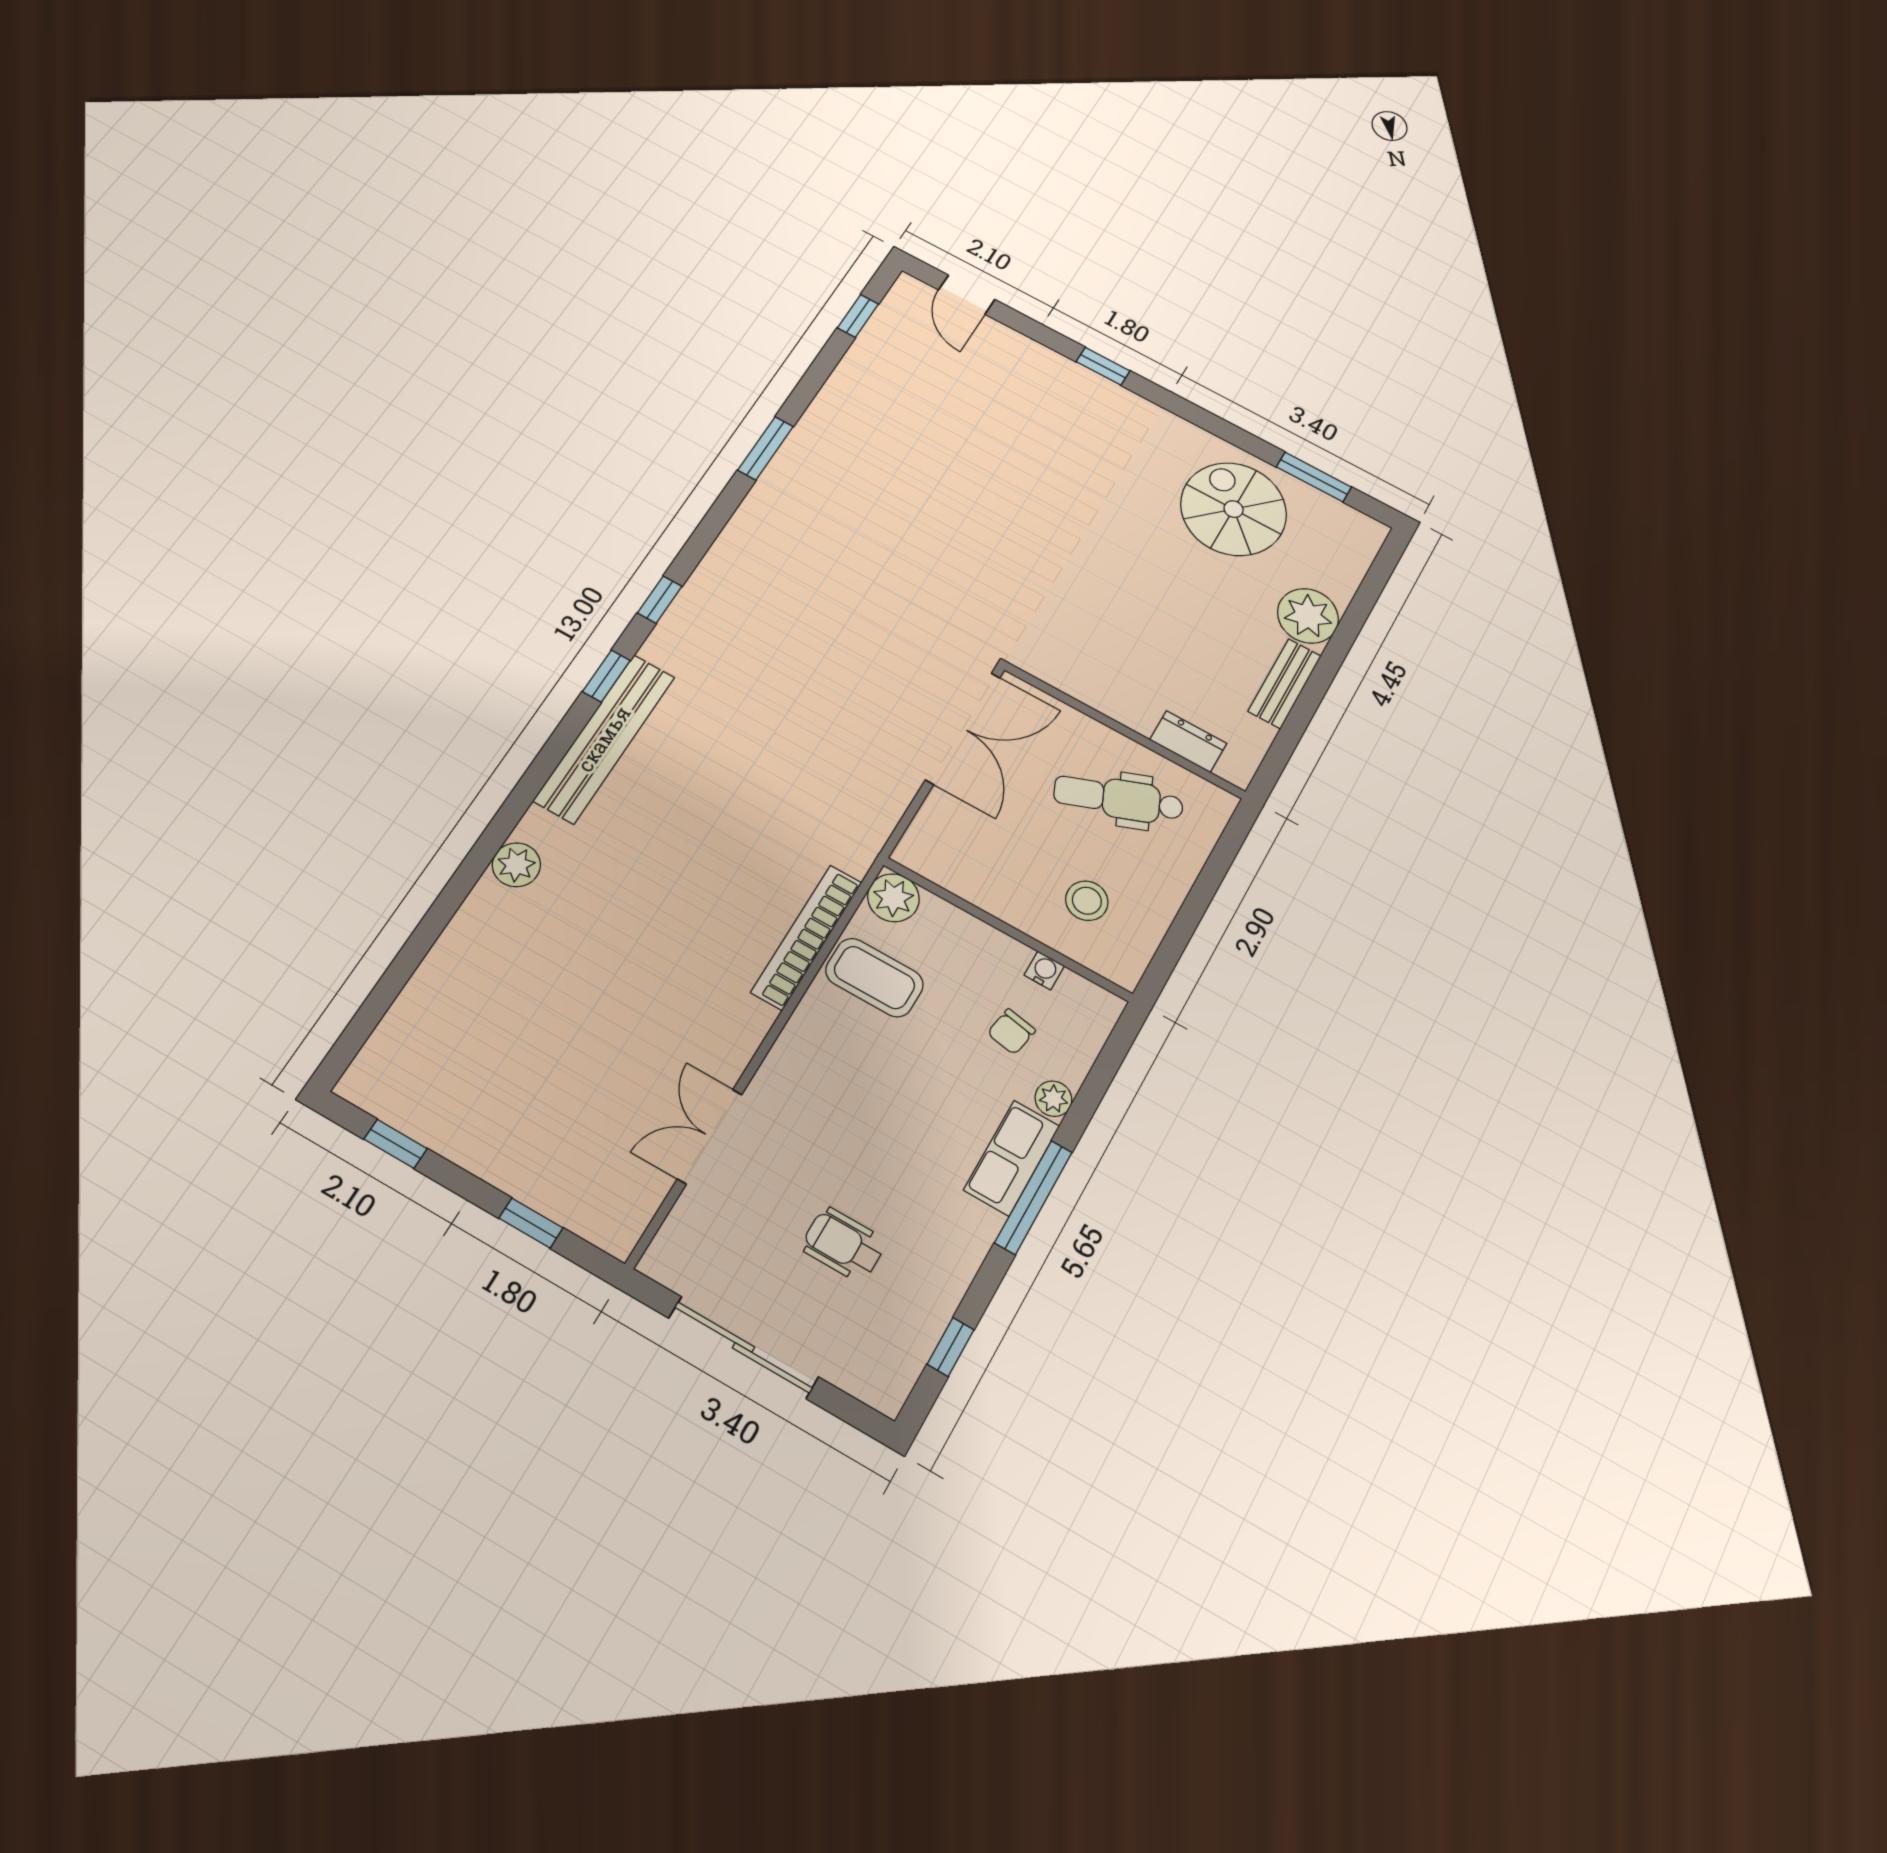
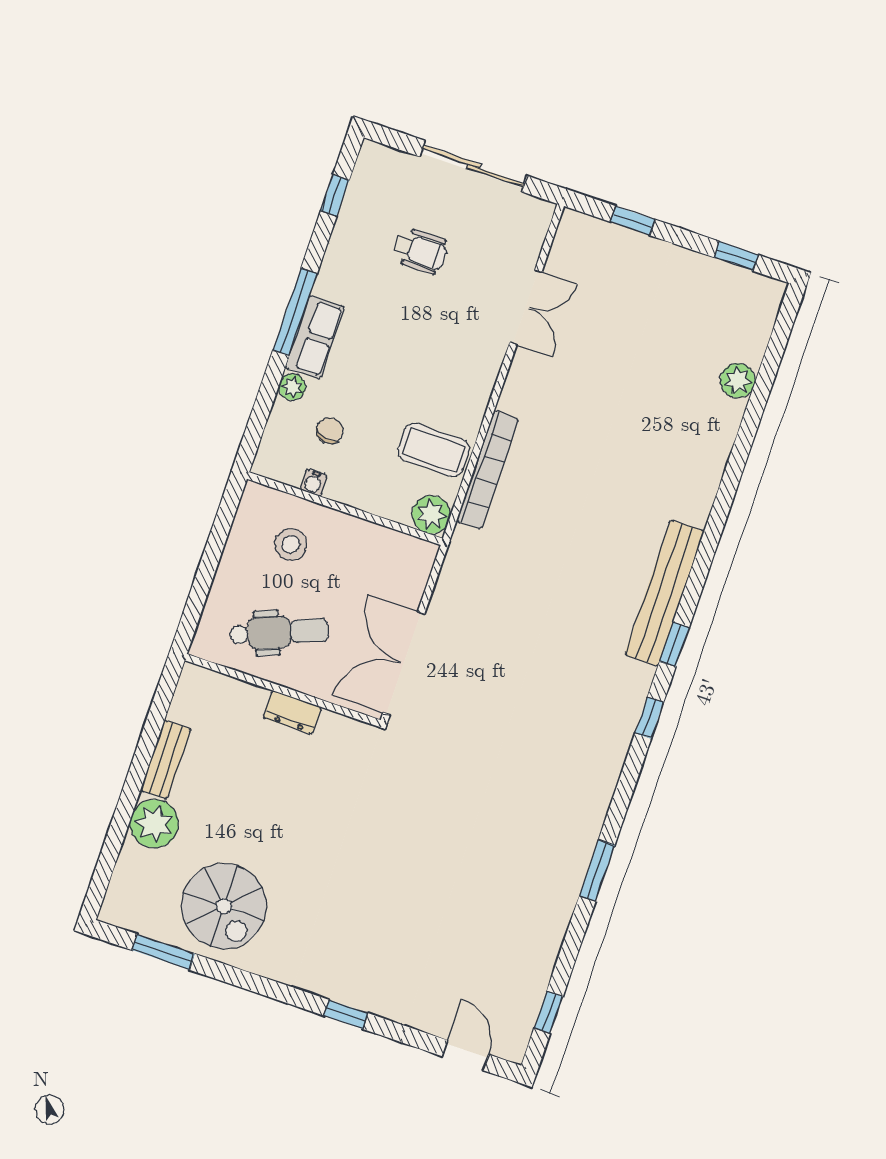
dresser: (1188, 742) -> (292, 713), moved
plant: (516, 865) -> (738, 381), moved

